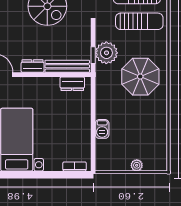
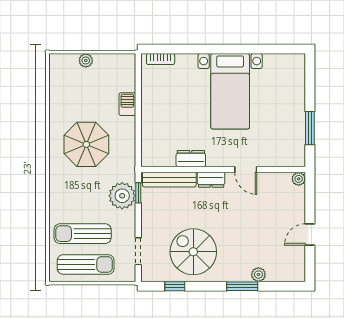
parasol: (140, 77) -> (86, 144), moved
dresser: (72, 84) -> (191, 159), moved

